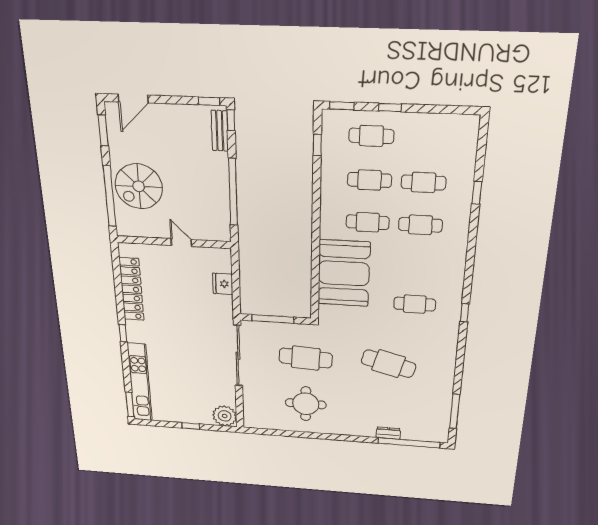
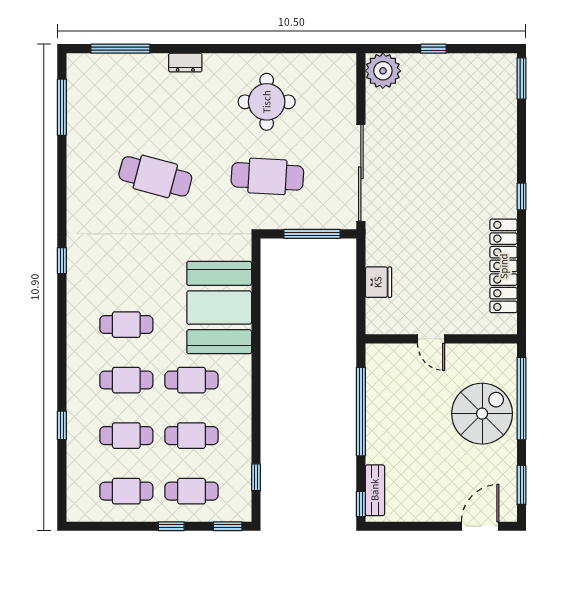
window: (209, 101) -> (387, 526), removed
cafe table: (427, 138) -> (126, 491), added
cafe table: (415, 304) -> (126, 325), moved
kitchen unit: (140, 382) -> (504, 118), removed
dresser: (388, 433) -> (185, 63), moved
window: (409, 443) -> (120, 49), width x0.68

